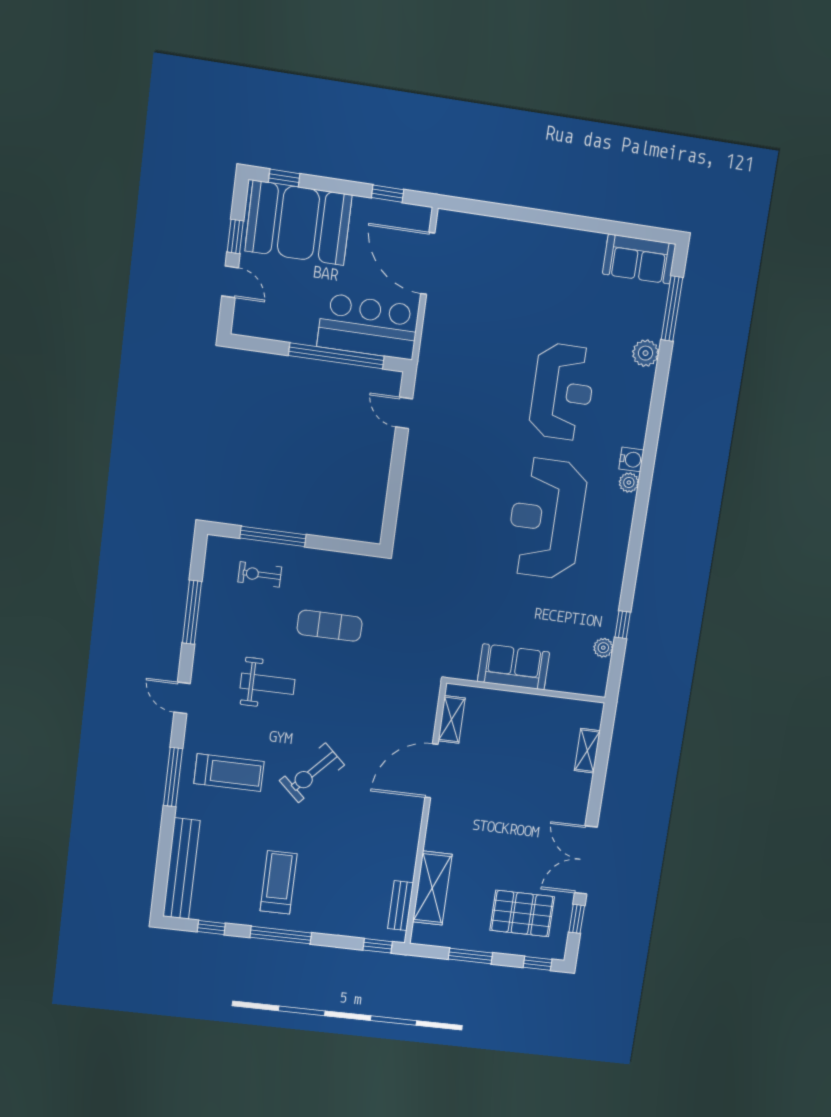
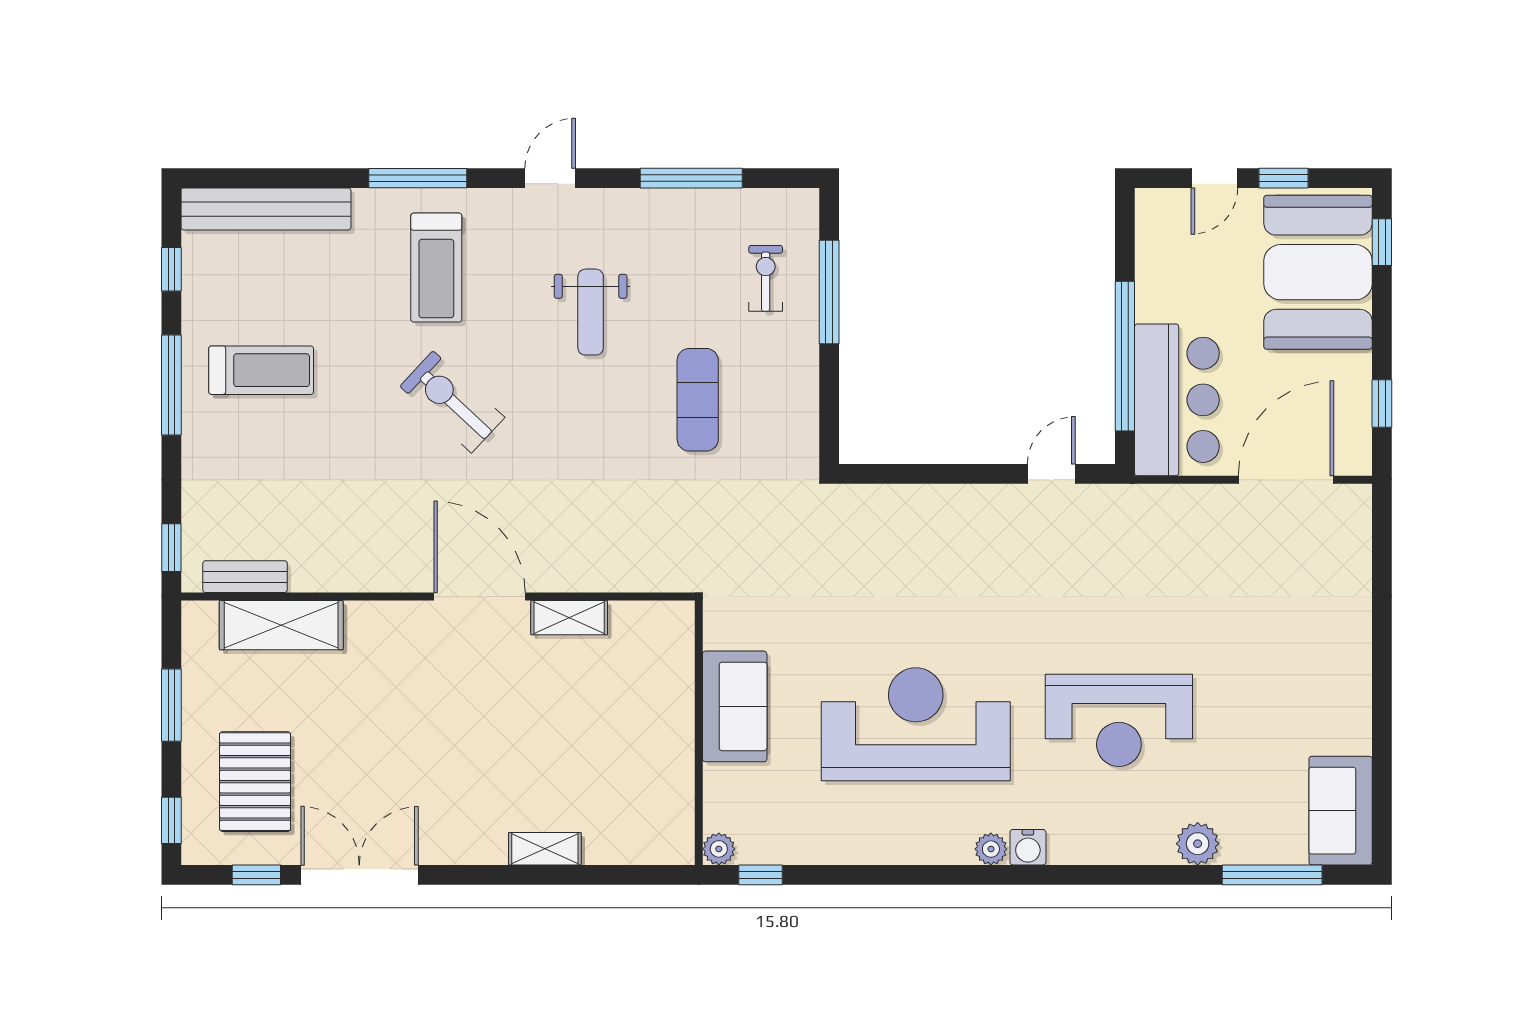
sofa: (513, 667) -> (735, 706), moved
wall: (526, 690) -> (699, 733), moved

